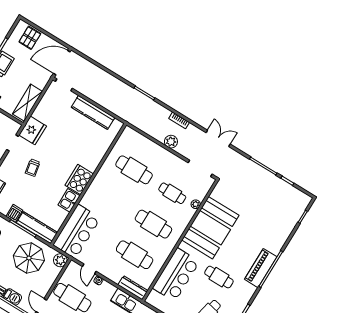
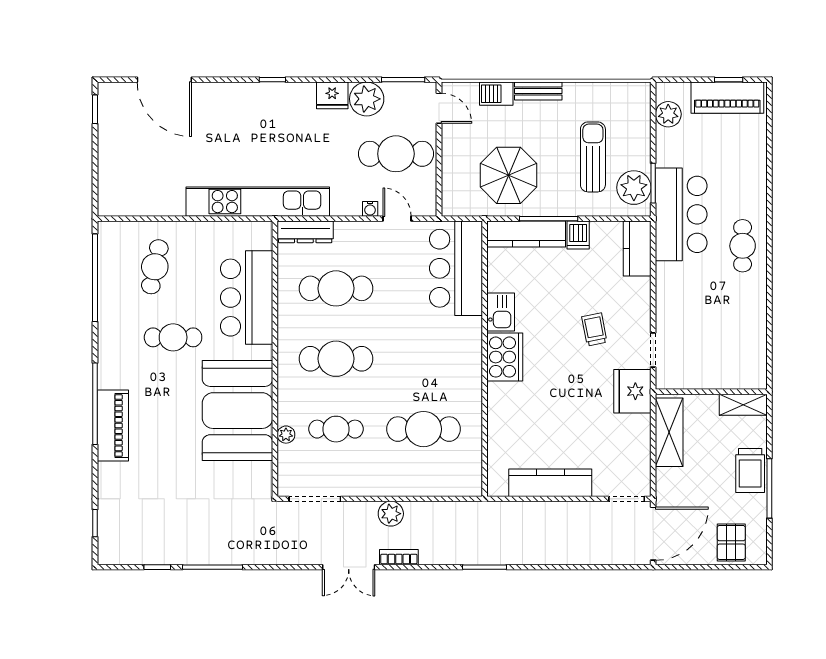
double door: (218, 138) -> (349, 567), moved
plant: (60, 260) -> (454, 204), removed
piano: (261, 268) -> (113, 426), moved

